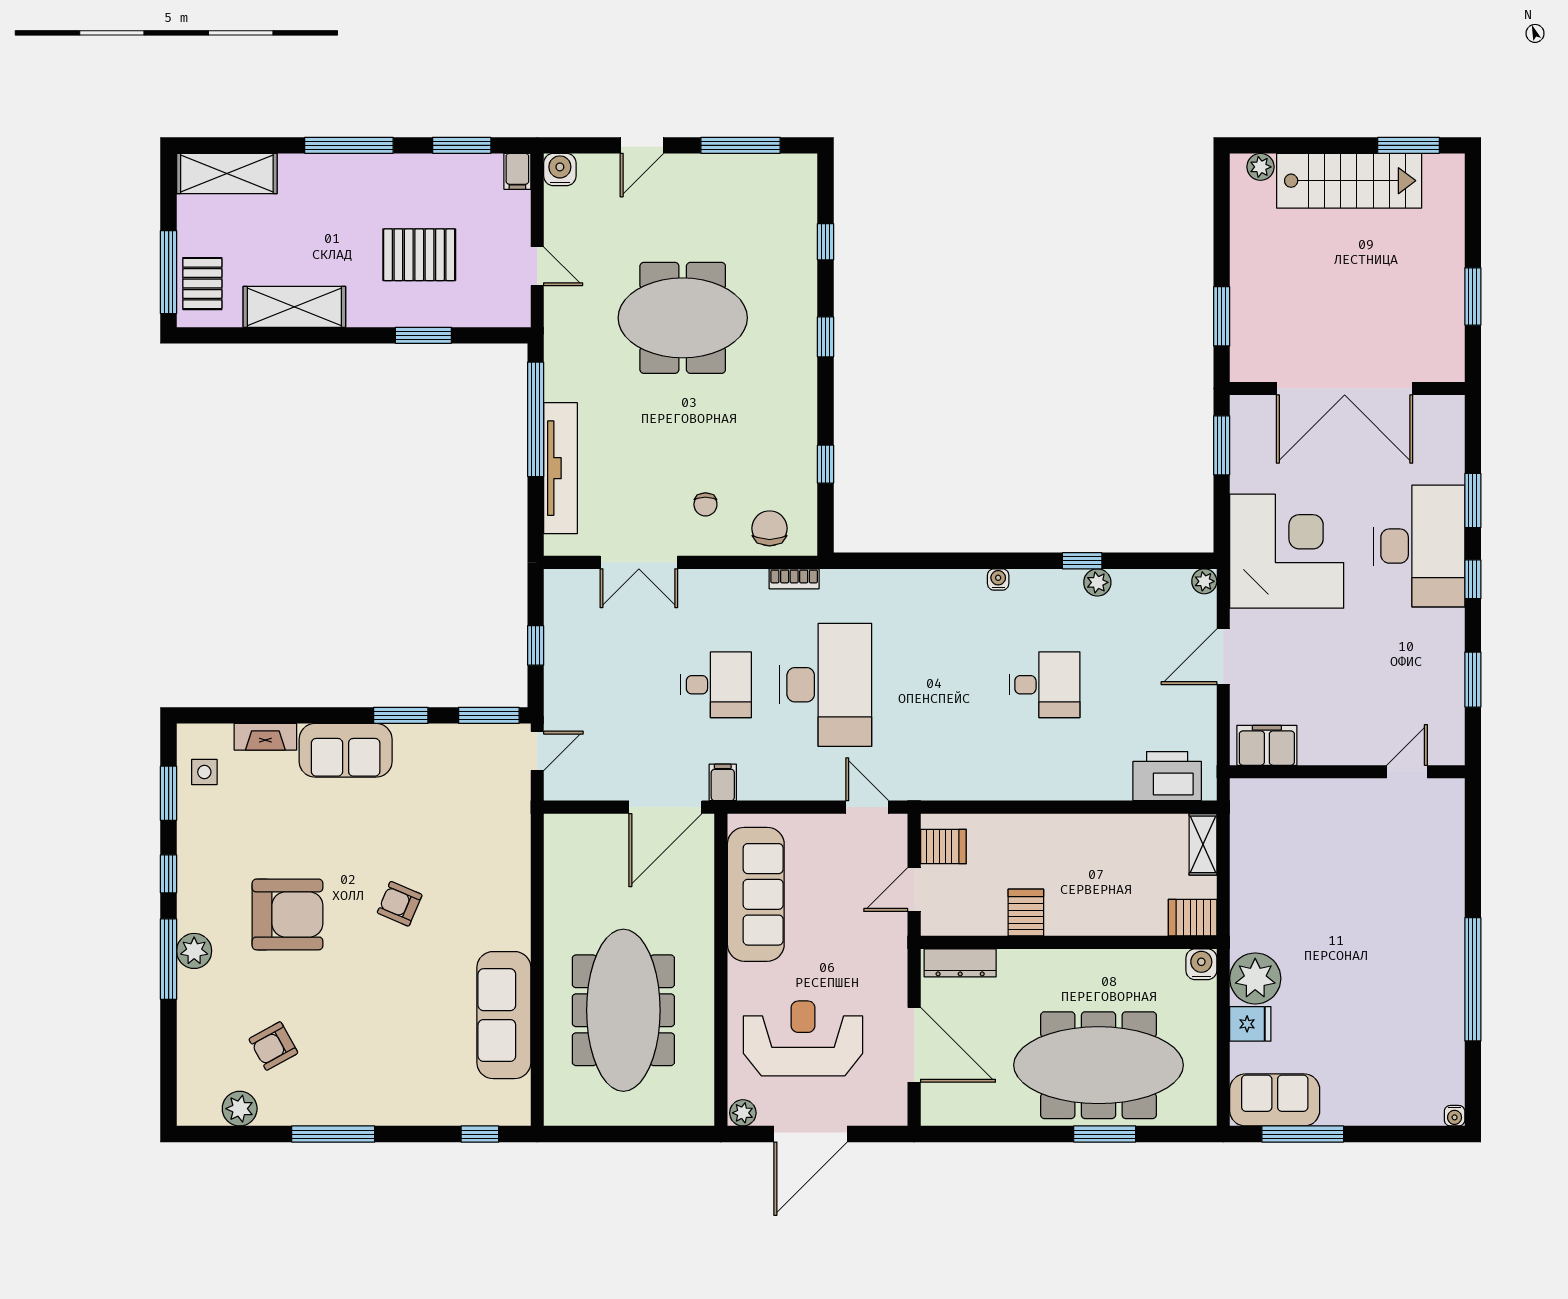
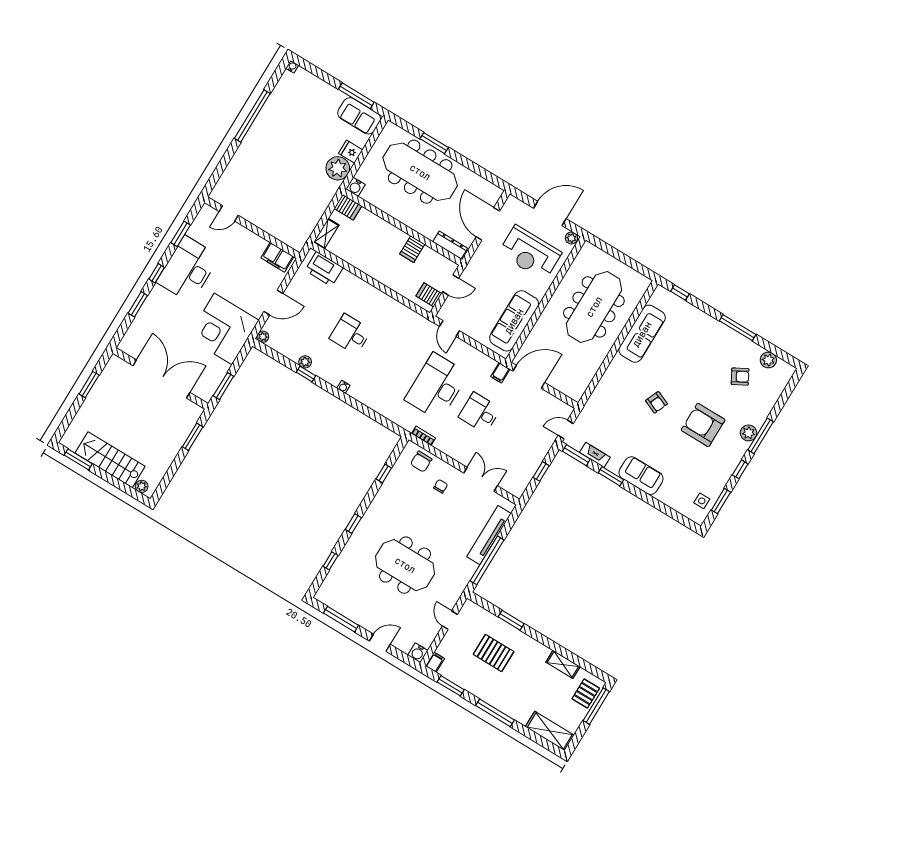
shelving: (294, 307) -> (563, 664), width x0.67, depth x0.75
desk: (1419, 546) -> (188, 269), moved
fireplace: (265, 737) -> (595, 455), moved

